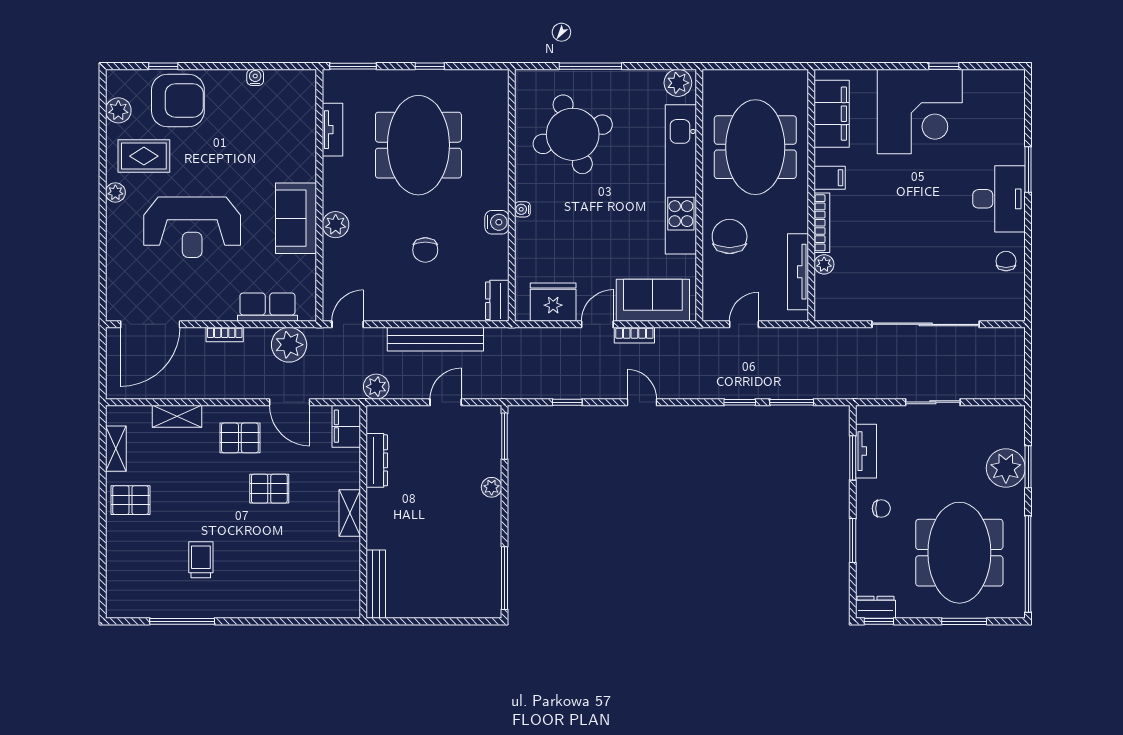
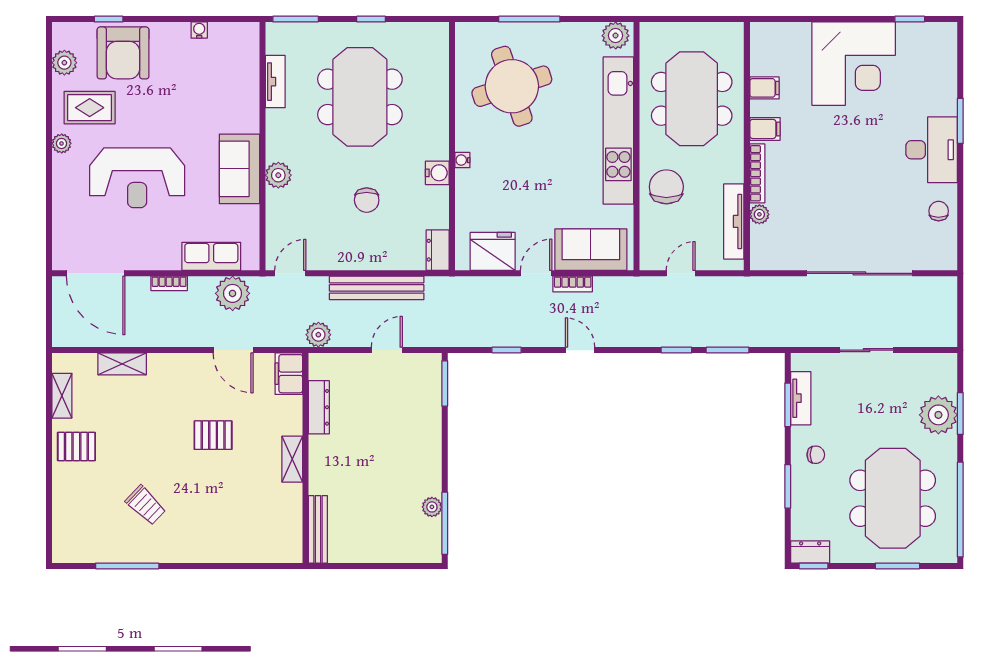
window: (944, 66) -> (910, 19), moved
armchair: (178, 100) -> (123, 53), turned 90
filing cabinet: (832, 114) -> (764, 88), width x0.33, depth x0.86
door: (150, 324) -> (96, 273), hinge flipped
pallet: (240, 438) -> (184, 385), removed
plant: (492, 487) -> (432, 507), moved
trolley: (201, 560) -> (146, 505), turned 134

